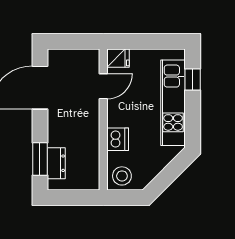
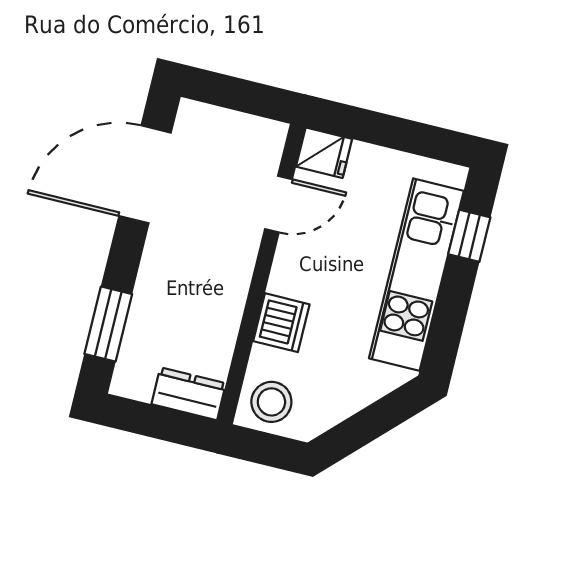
dresser: (56, 163) -> (189, 394), moved, turned -90

